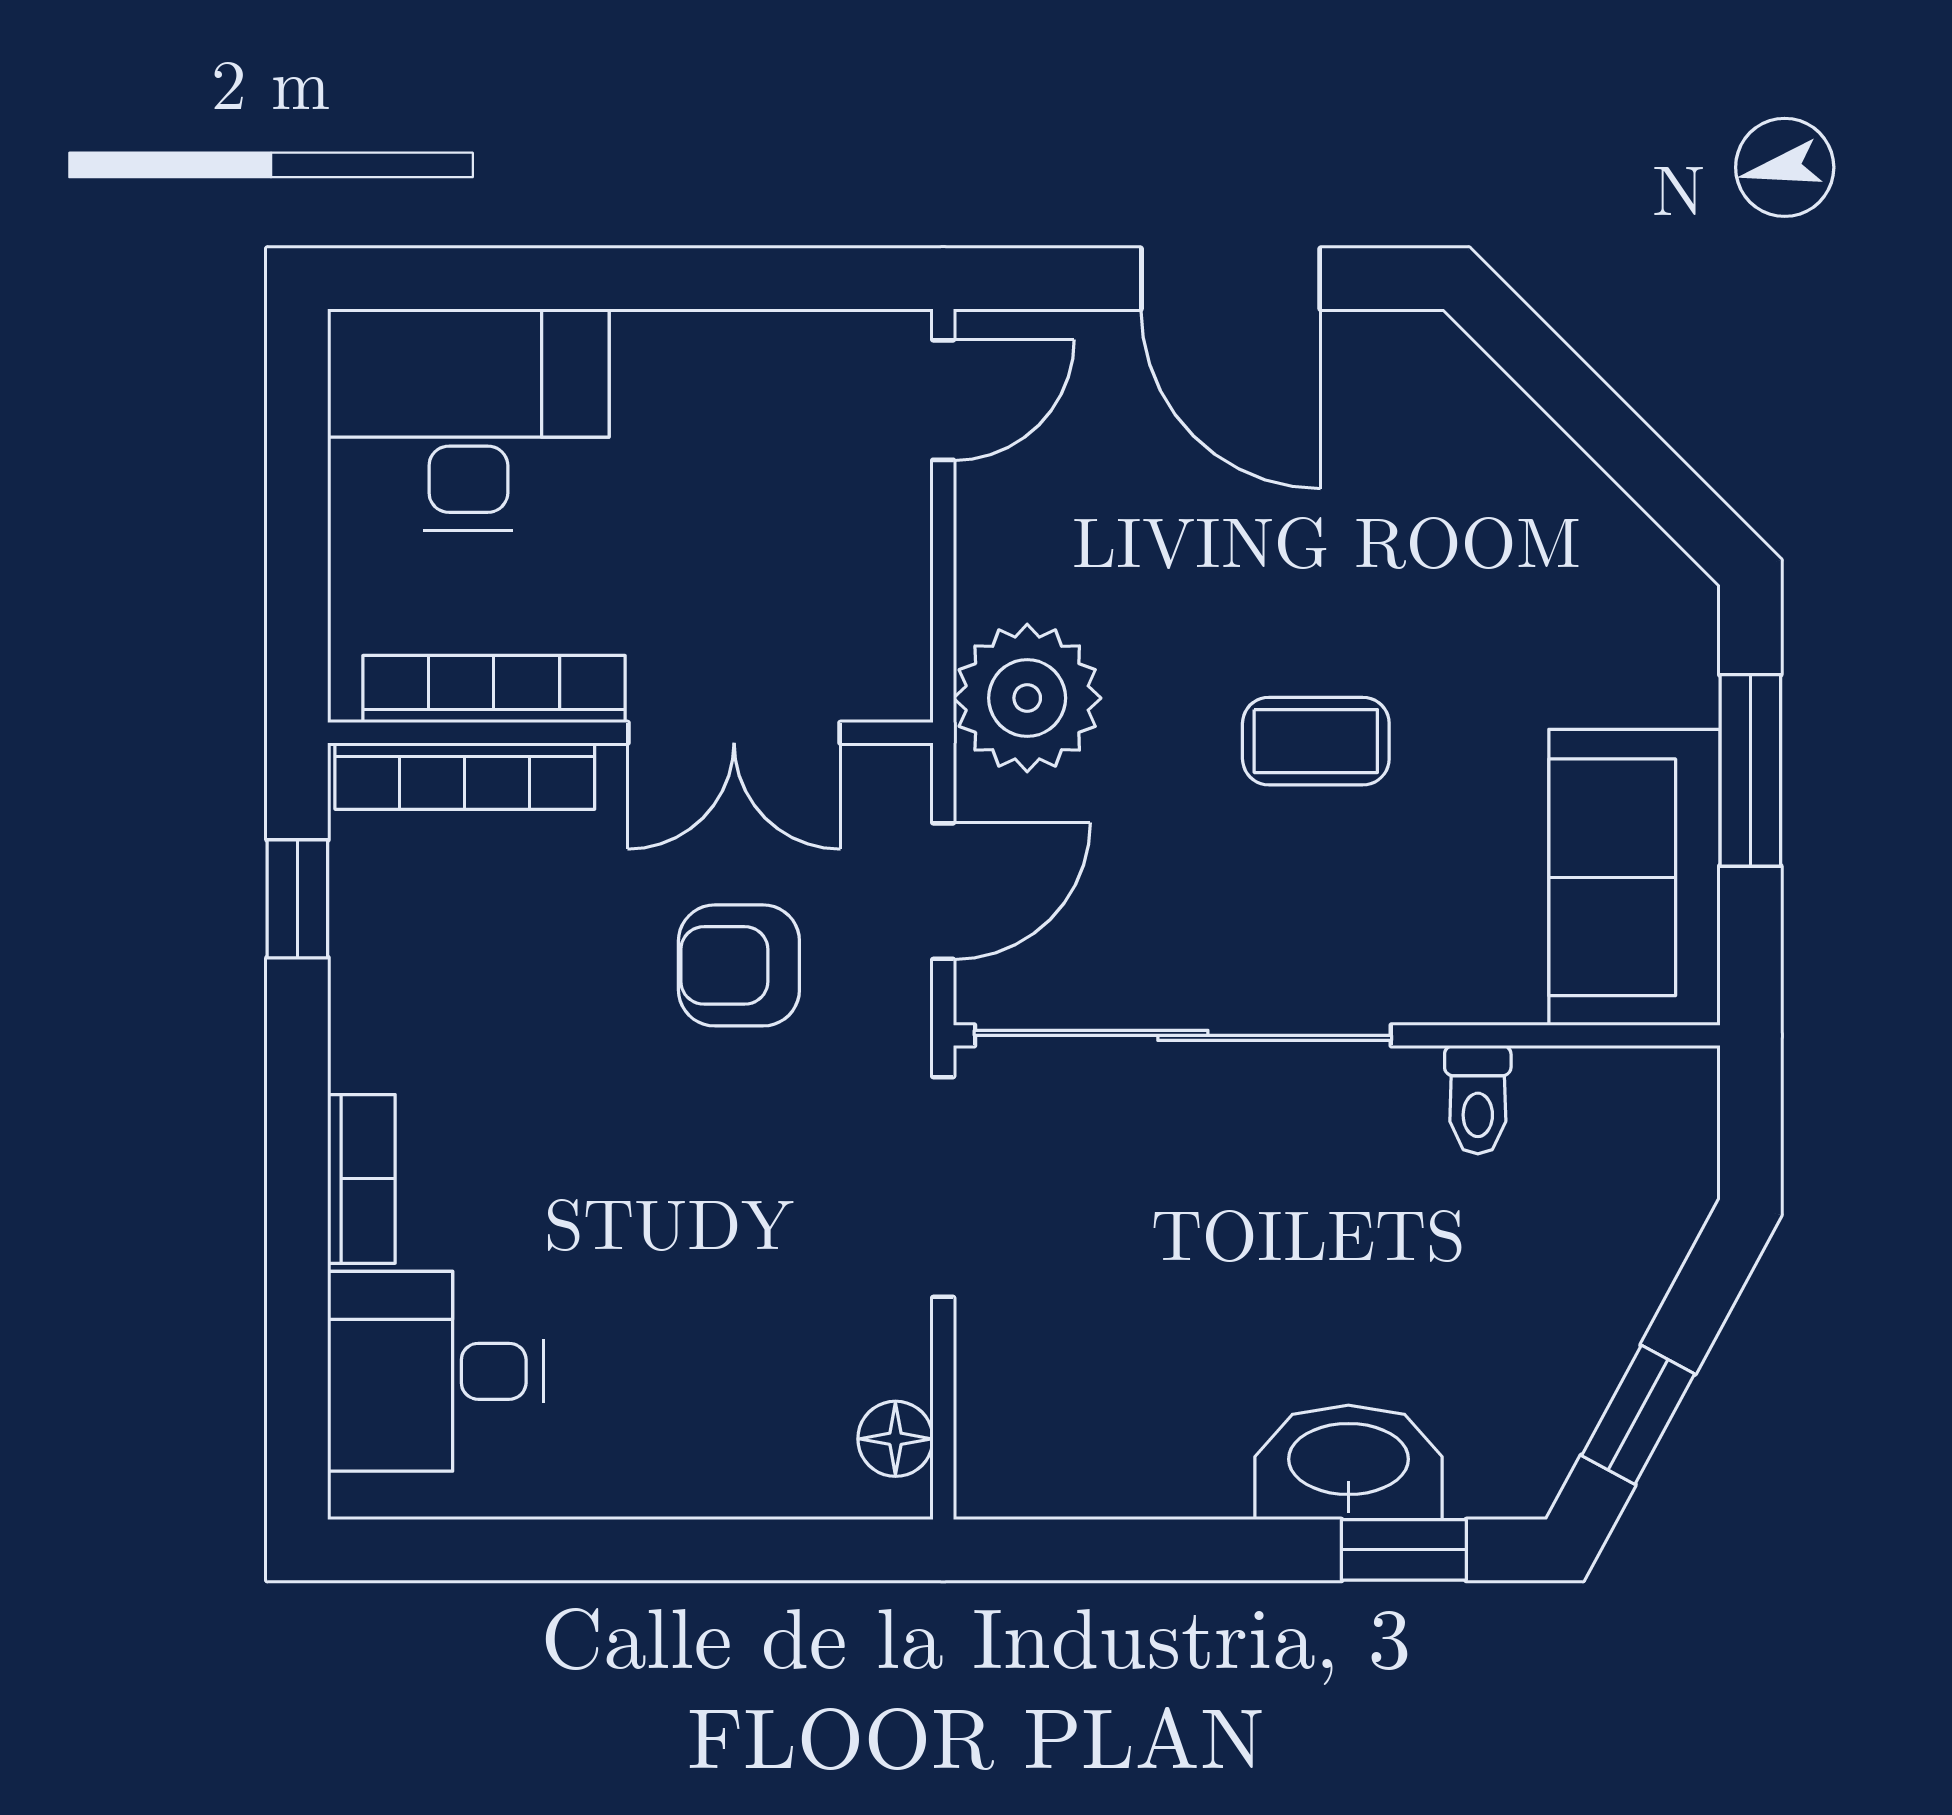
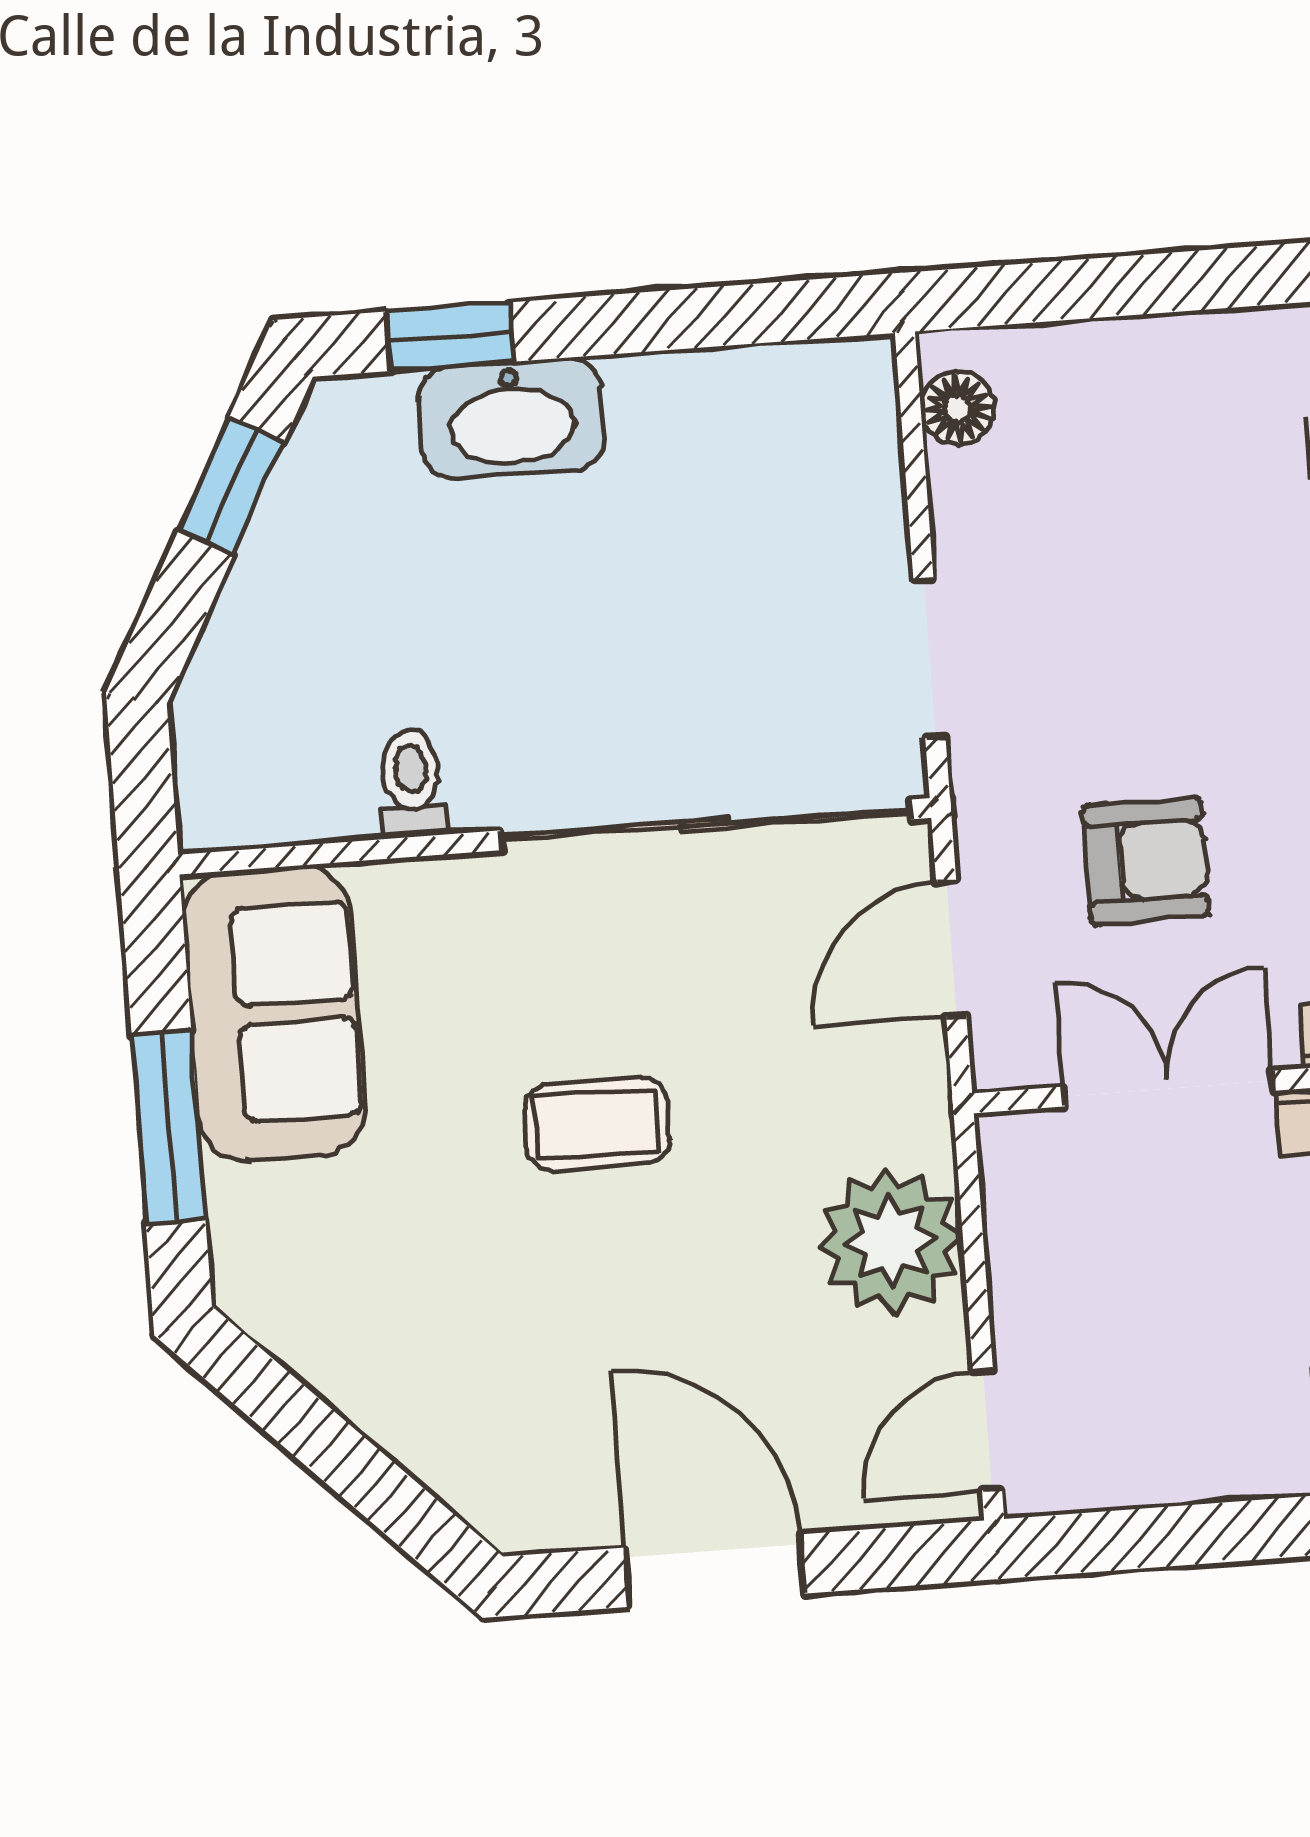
plant: (1027, 698) -> (890, 1241), moved
doorway: (943, 1187) -> (929, 659), width x0.73

